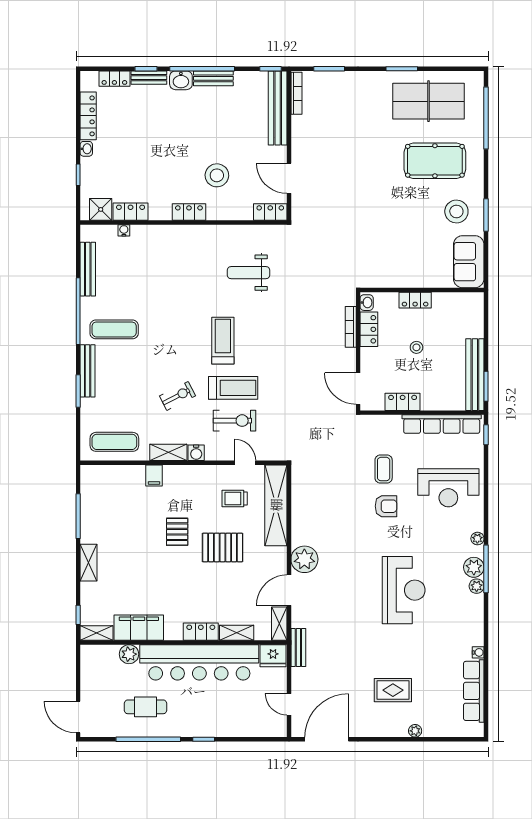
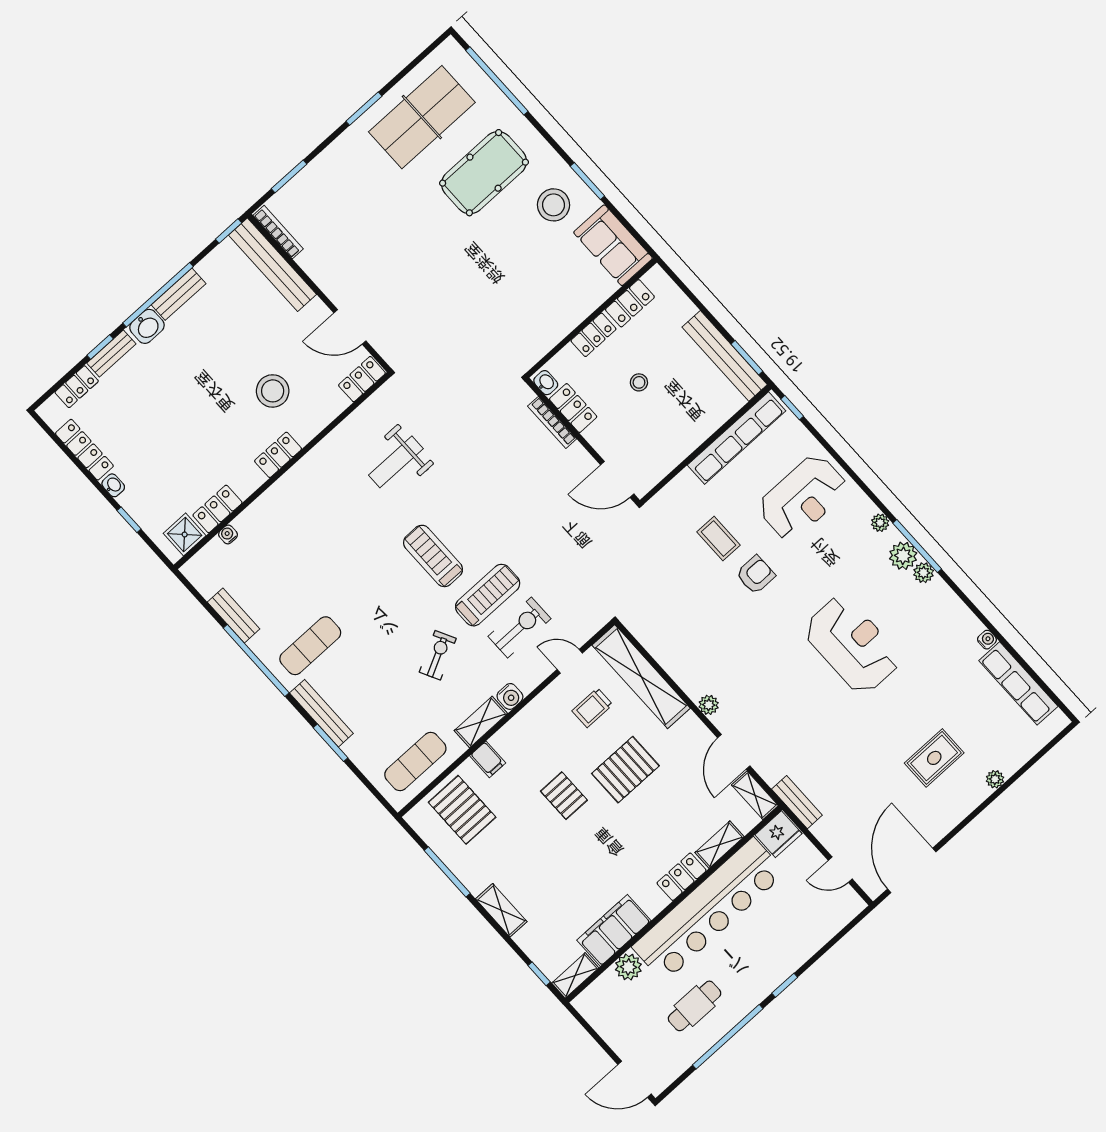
bench: (88, 269) -> (234, 616), width x0.73
locker: (403, 402) -> (630, 303), moved, turned 180
pallet: (116, 490) -> (462, 810), added
plant: (304, 559) -> (709, 705), width x0.53, depth x0.53

